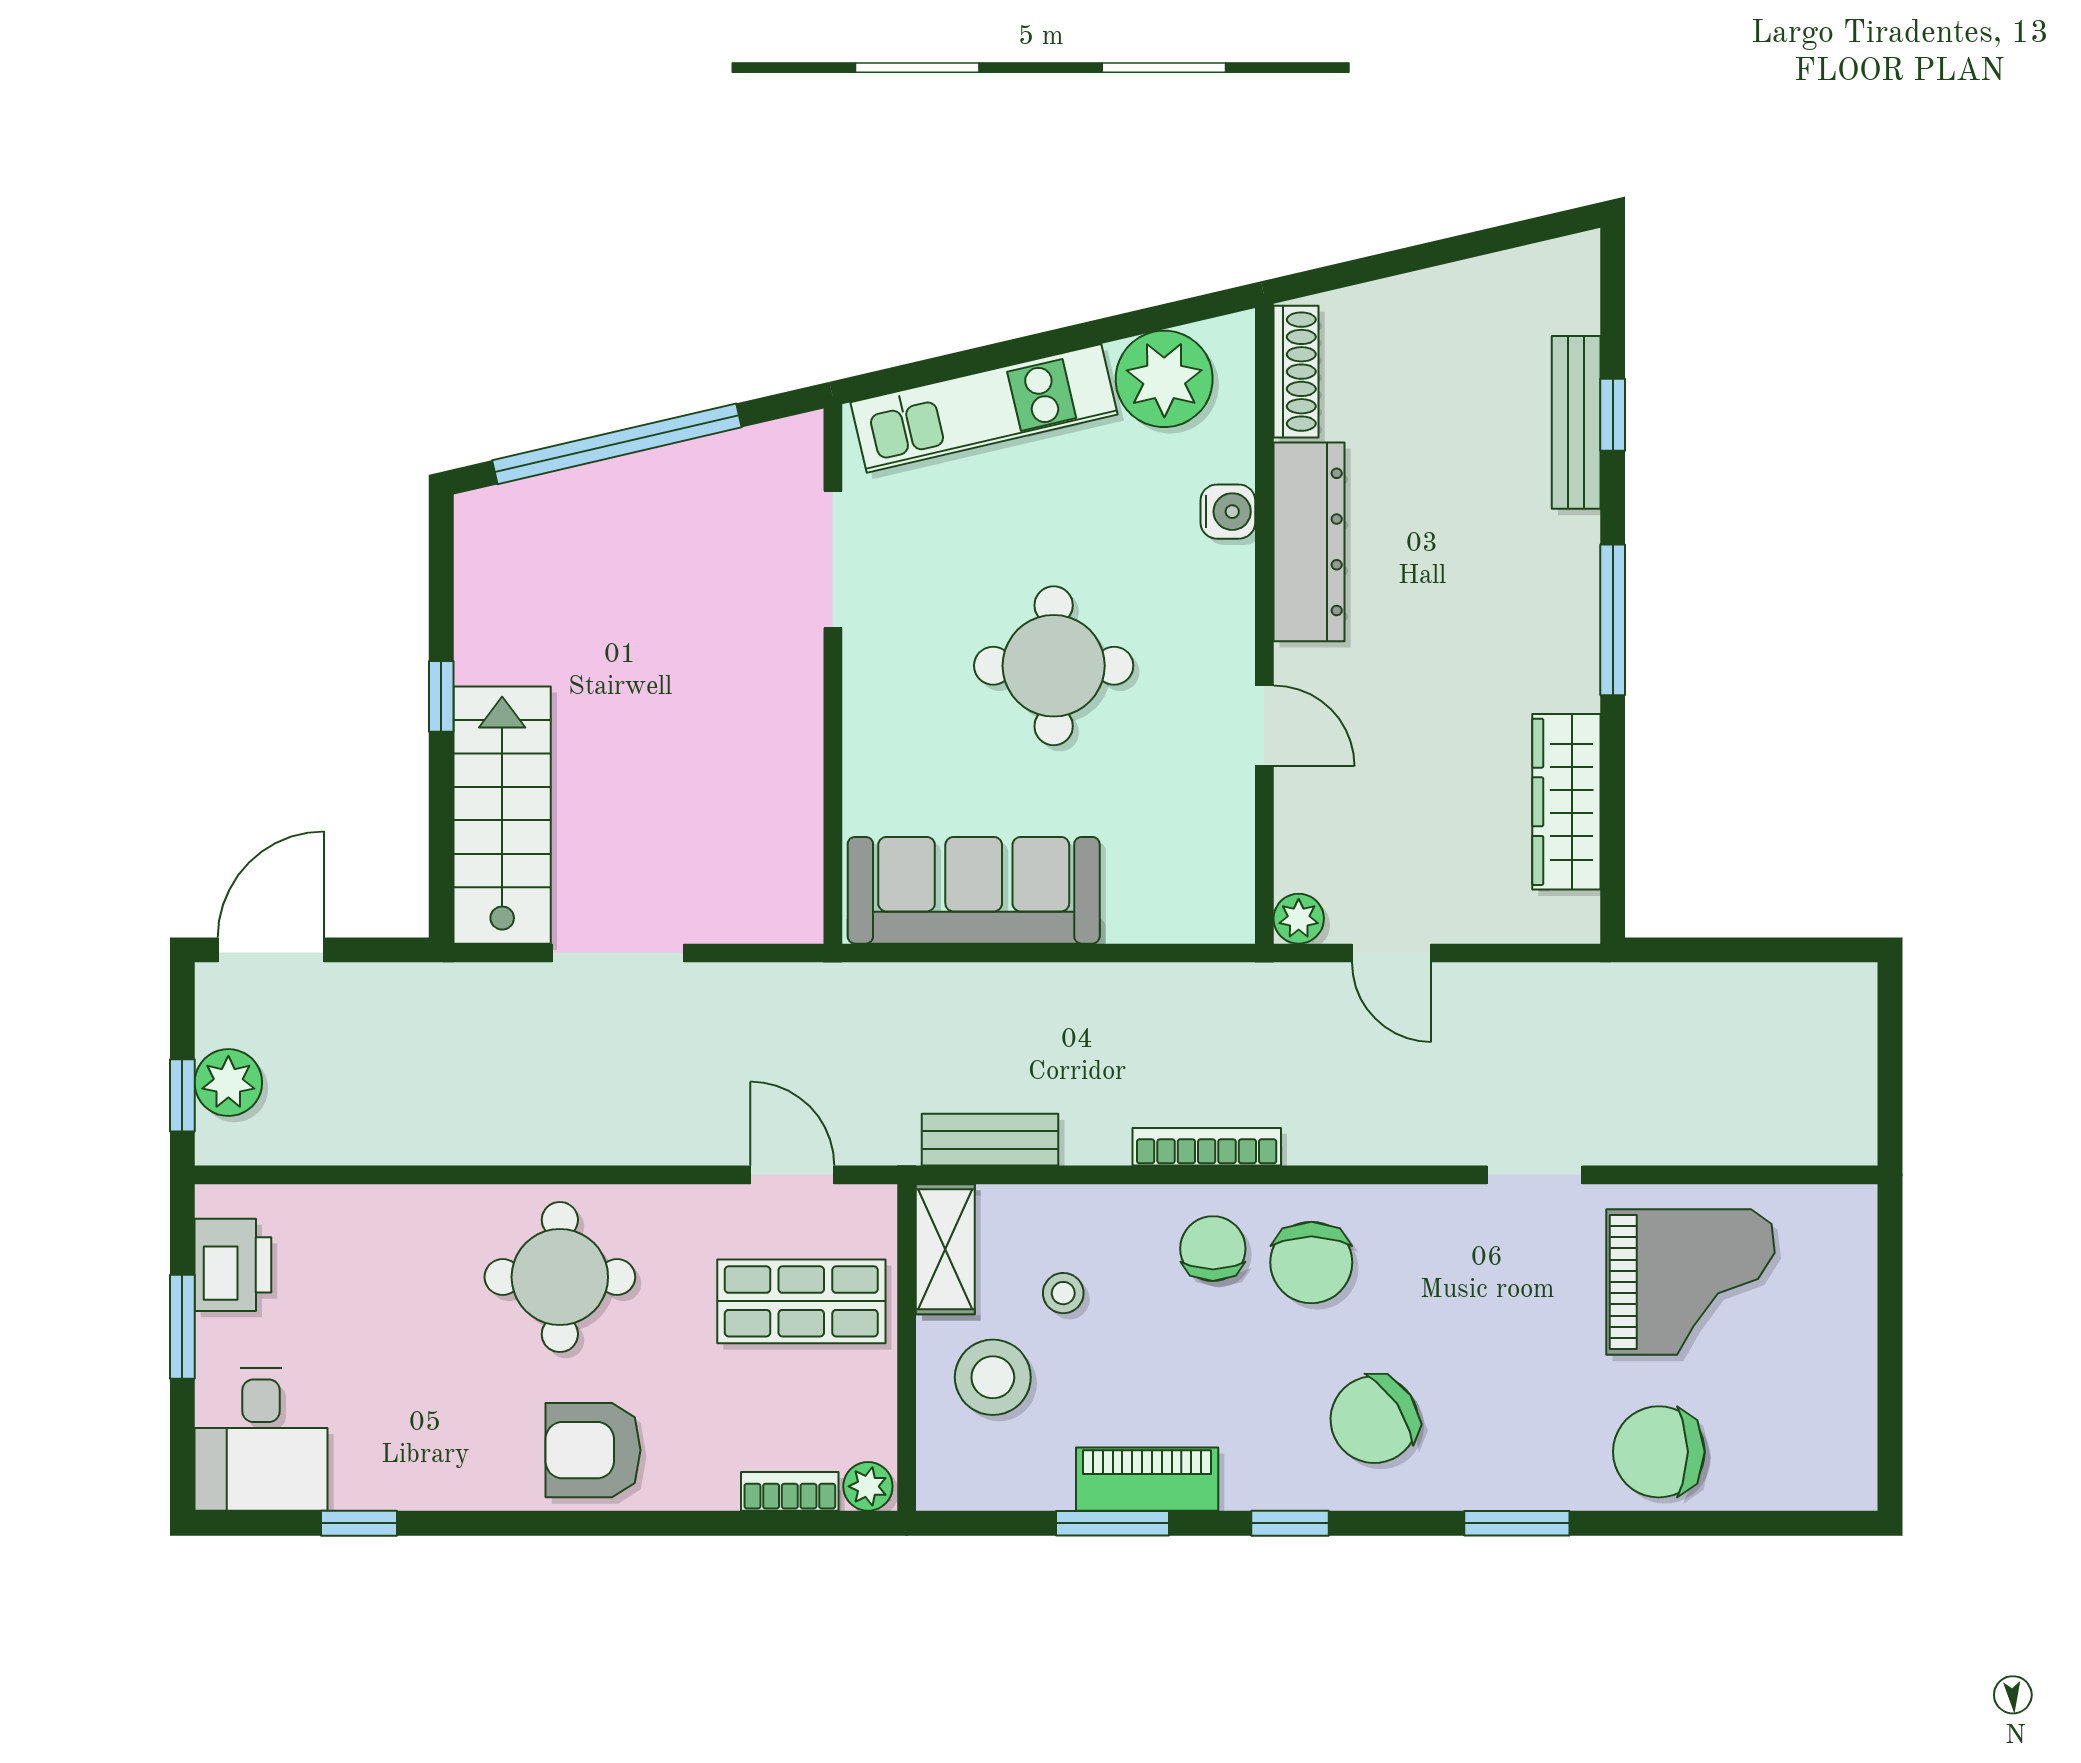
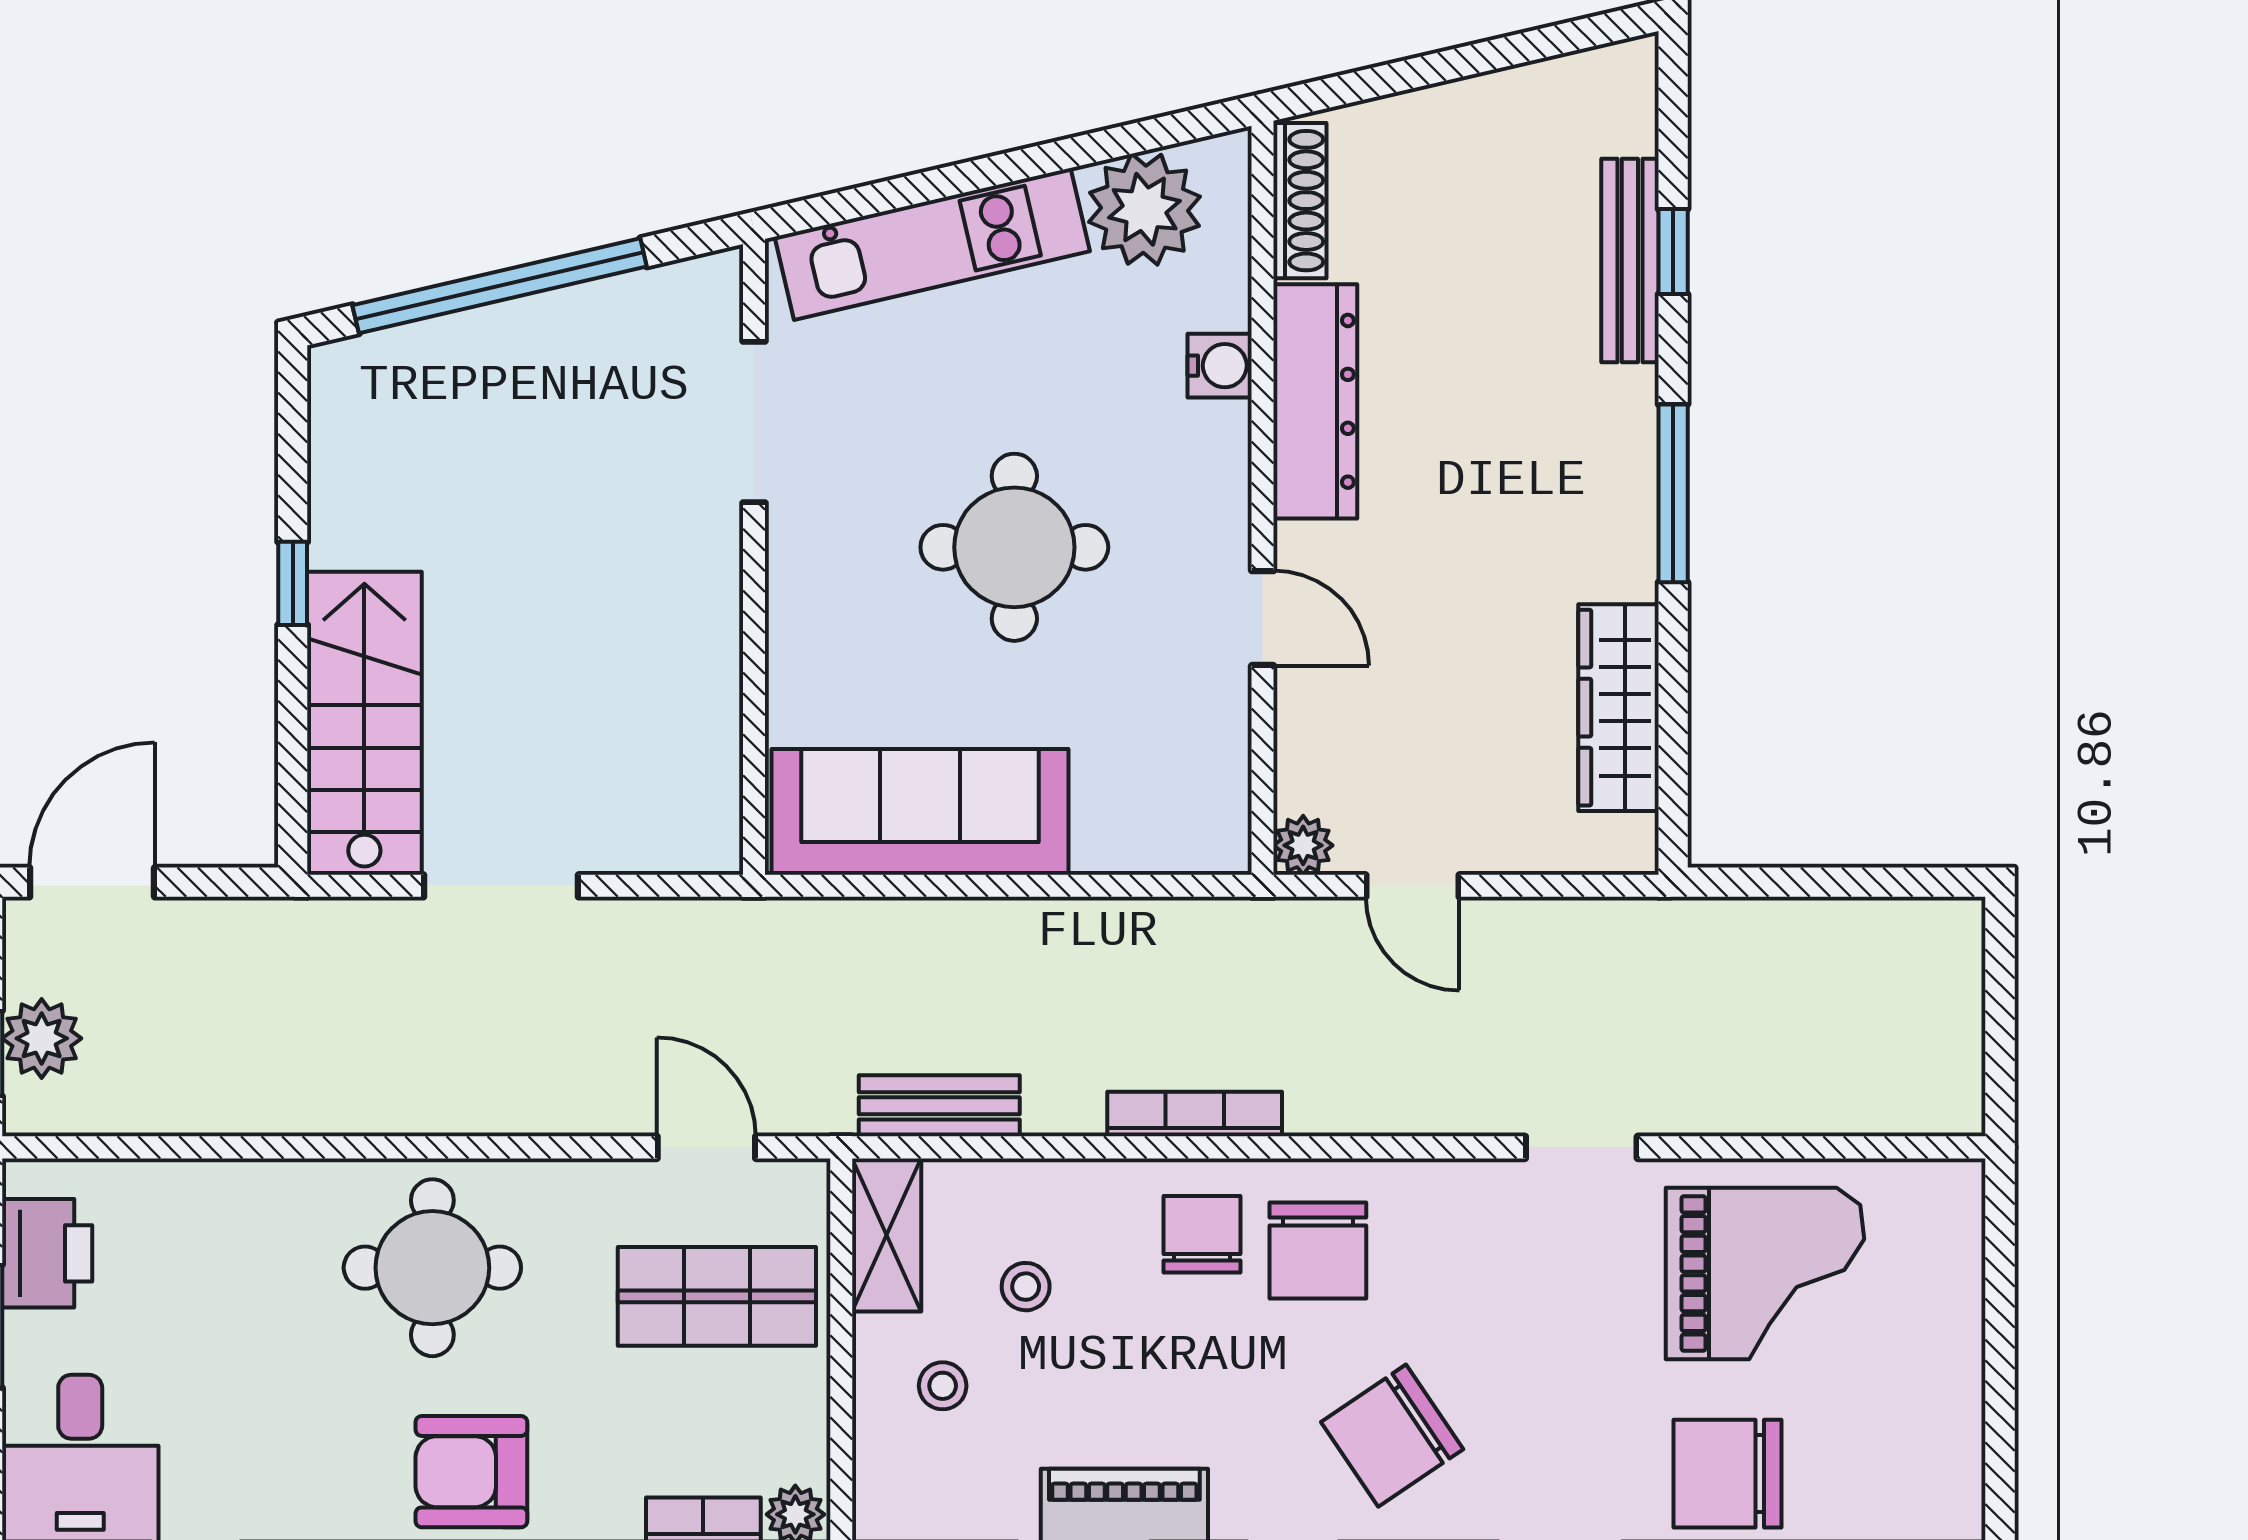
stool: (993, 1377) -> (943, 1386), width x0.53, depth x0.53

